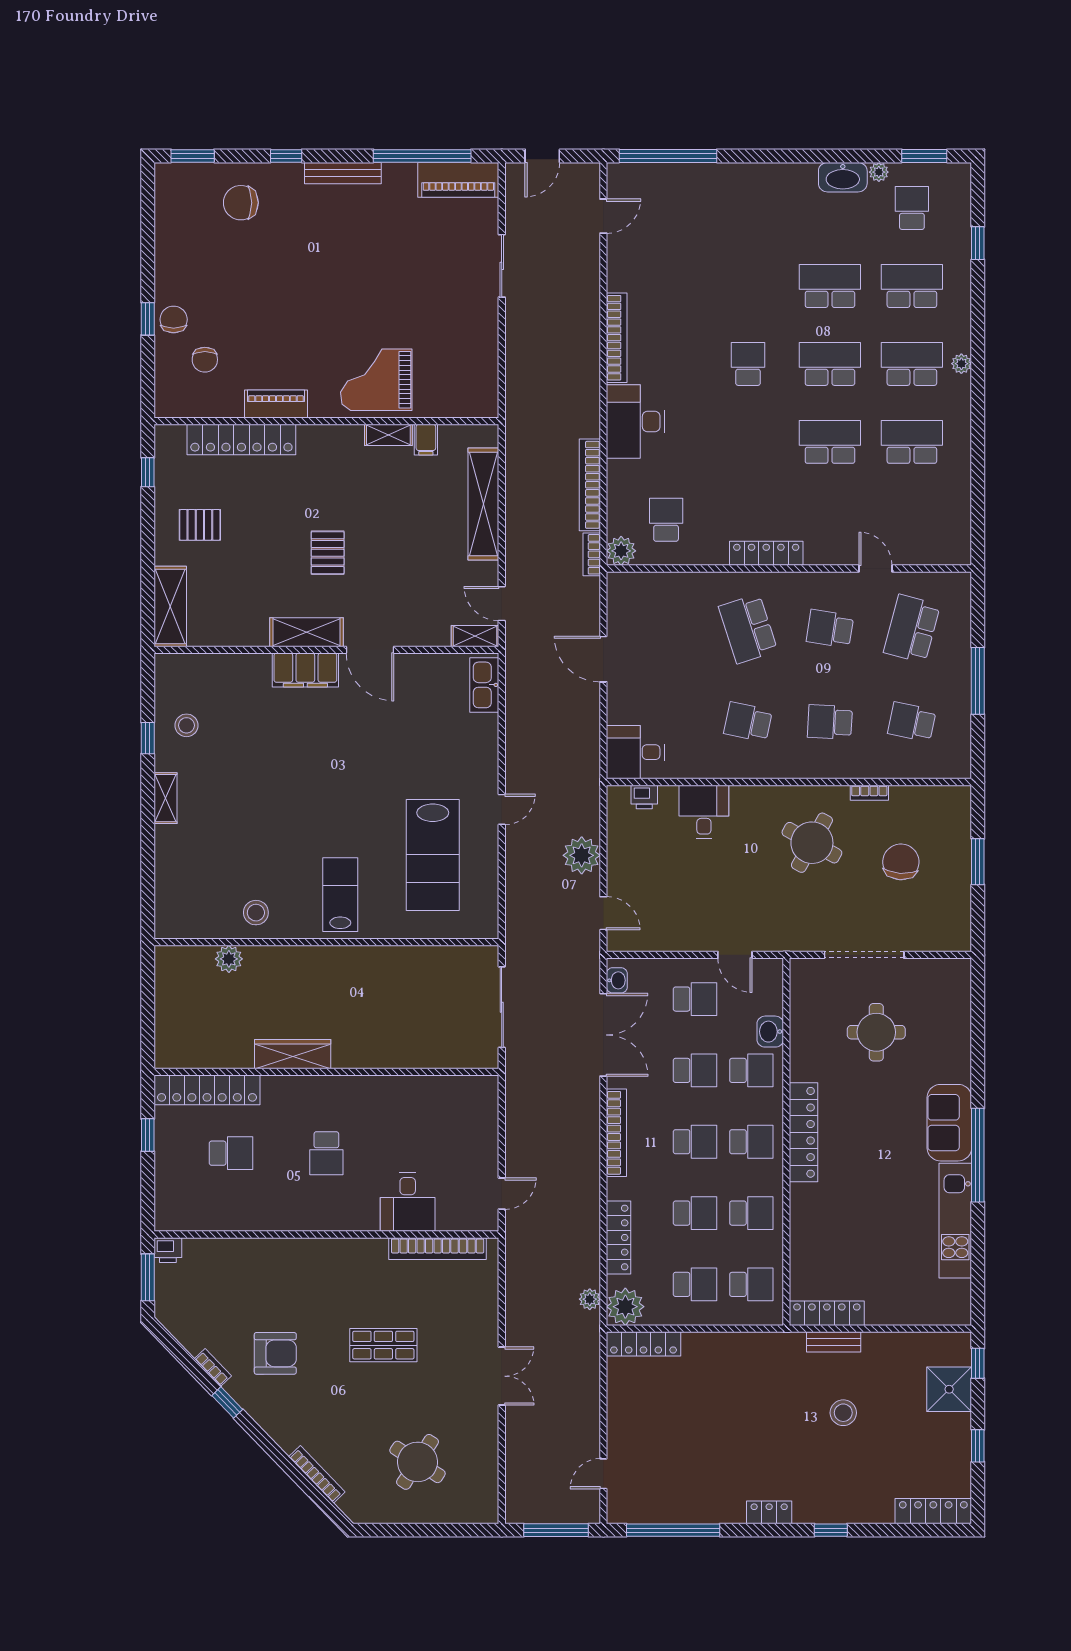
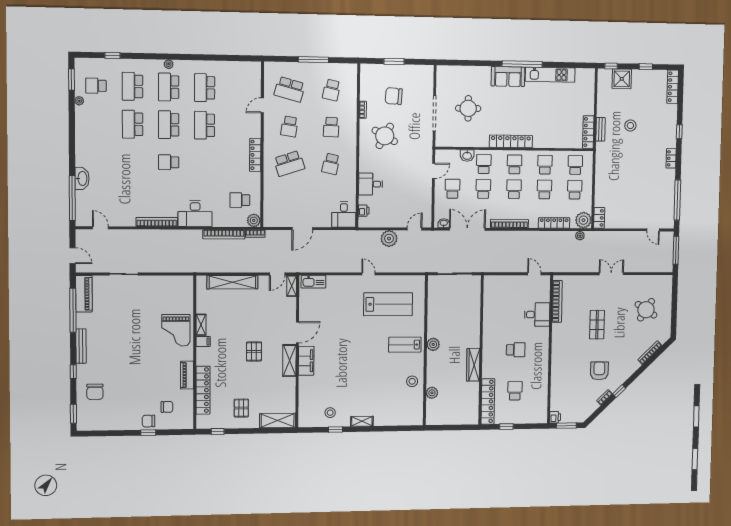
washbasin: (843, 177) -> (82, 178), moved
filing cabinet: (426, 440) -> (203, 341), moved
pallet: (328, 553) -> (254, 351), turned 90
plant: (340, 960) -> (433, 344), added
locker: (643, 1344) -> (599, 218), width x0.66

